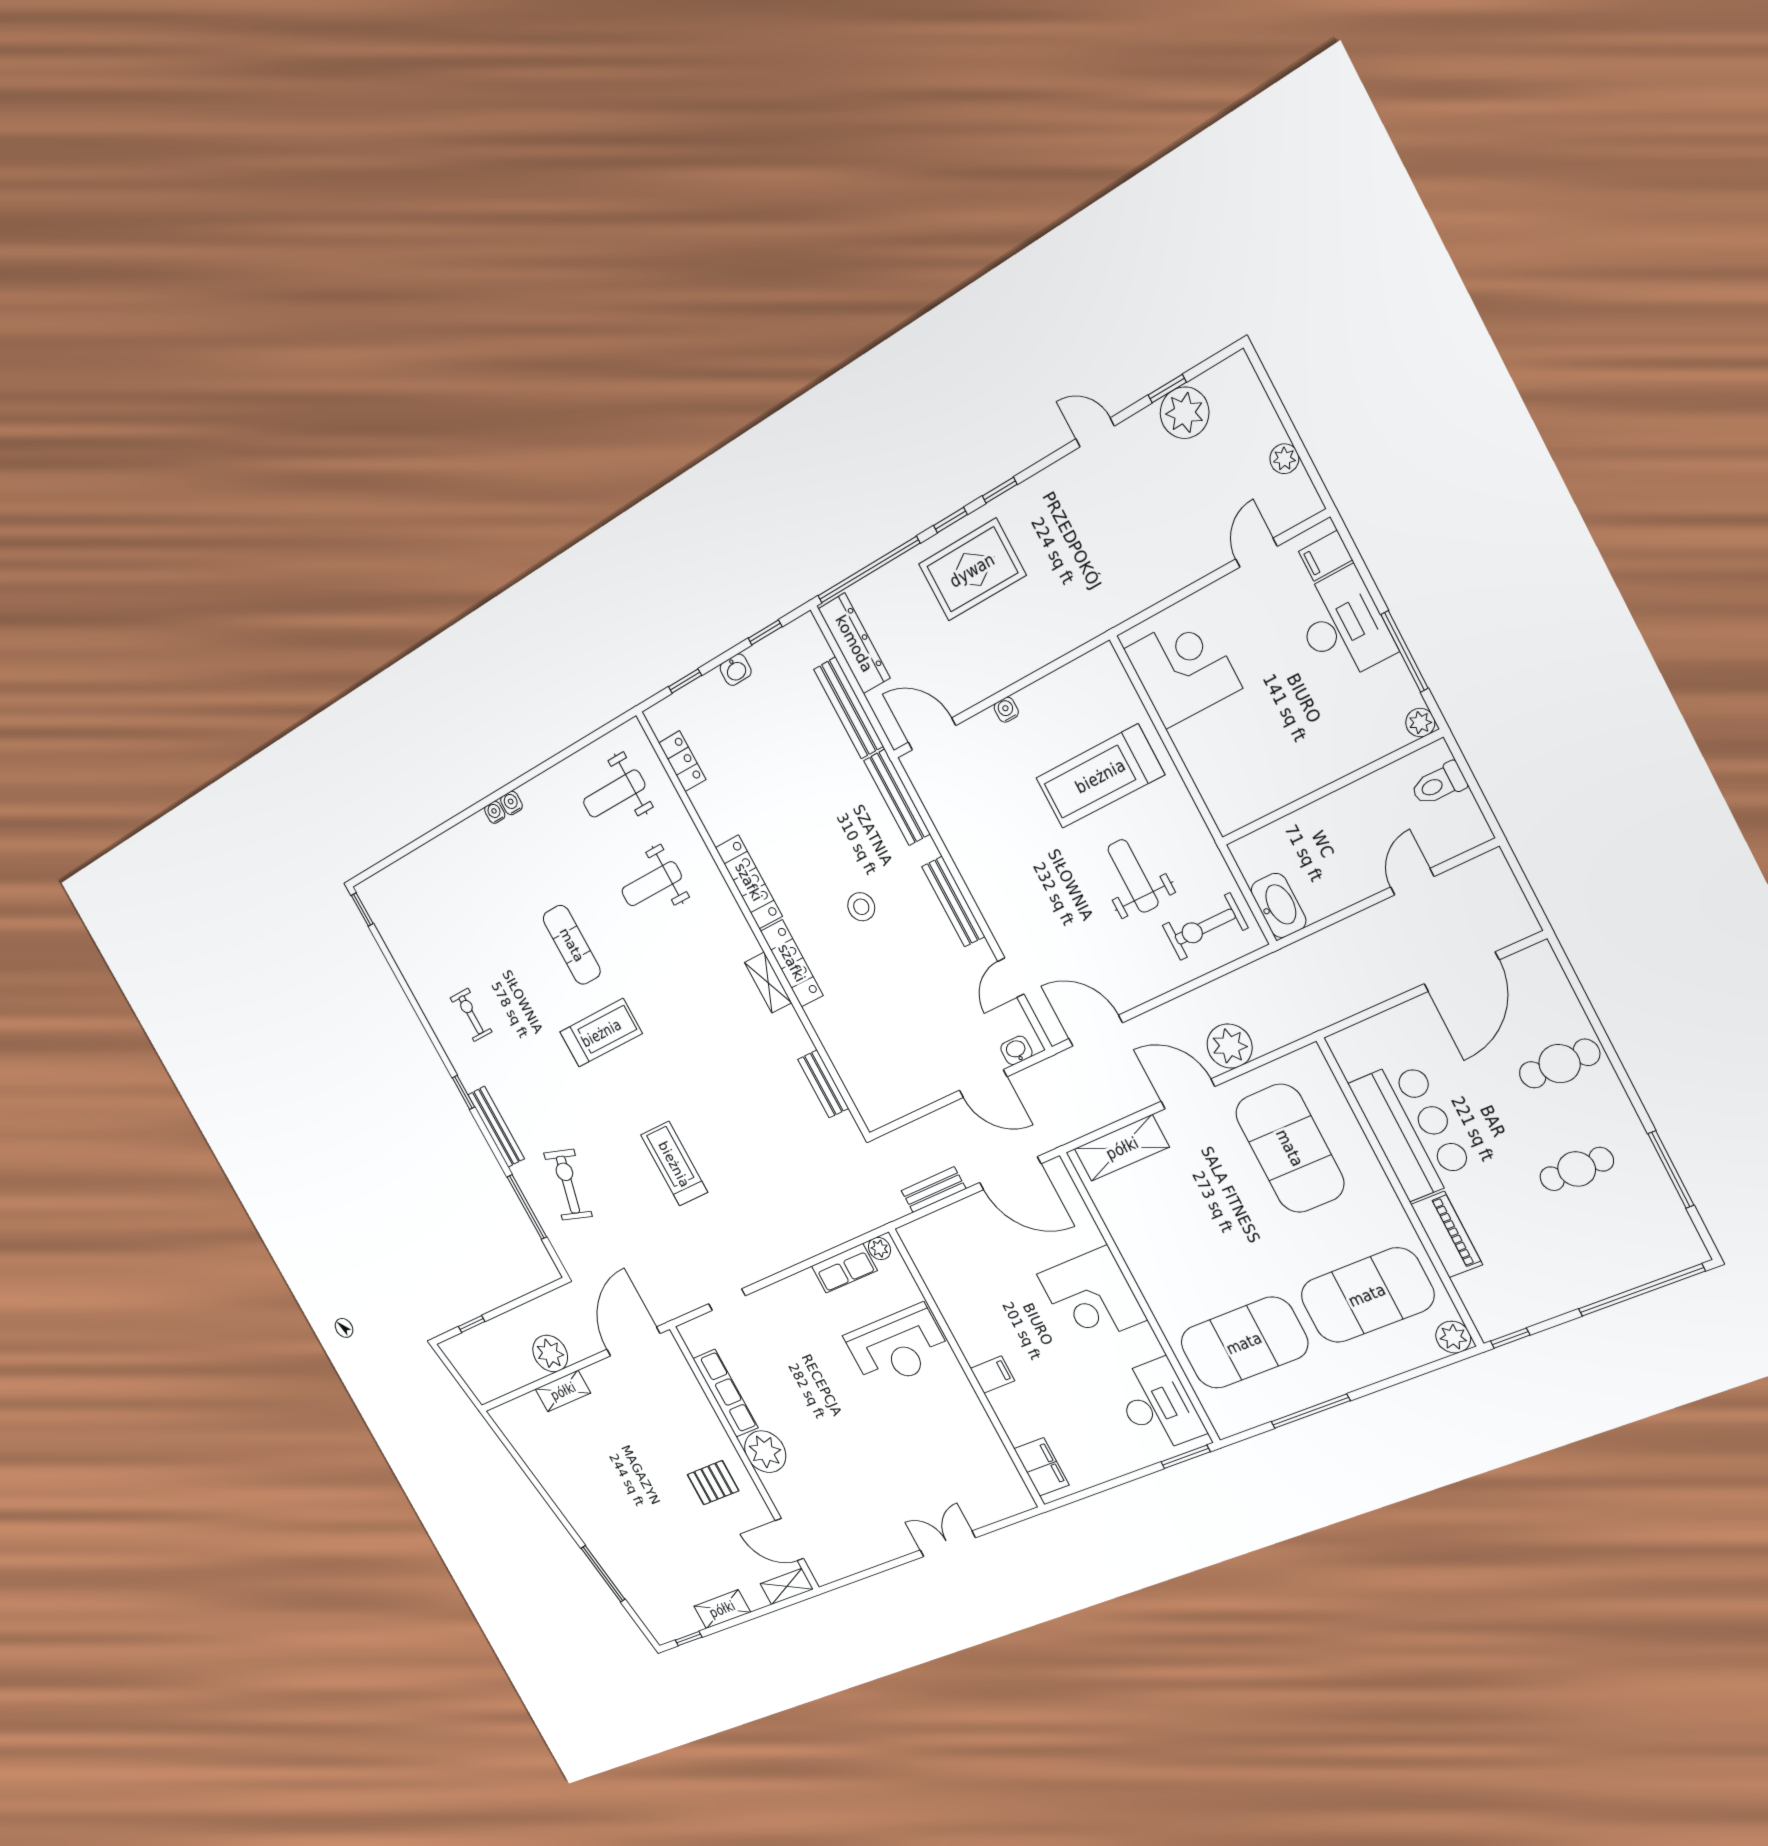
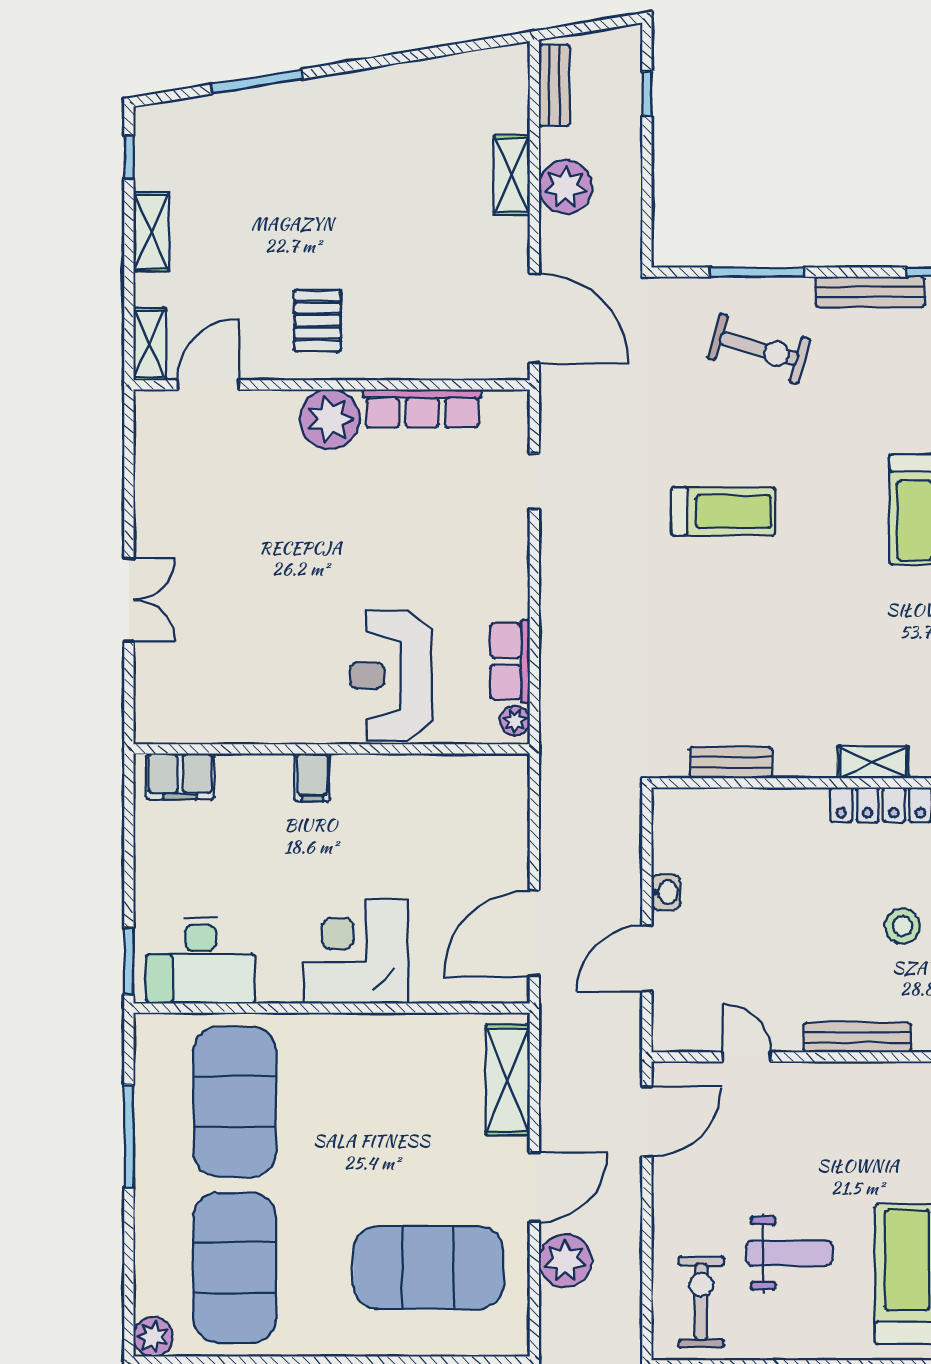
washbasin: (1016, 1050) -> (666, 892), moved
bench: (934, 1190) -> (554, 85), moved

